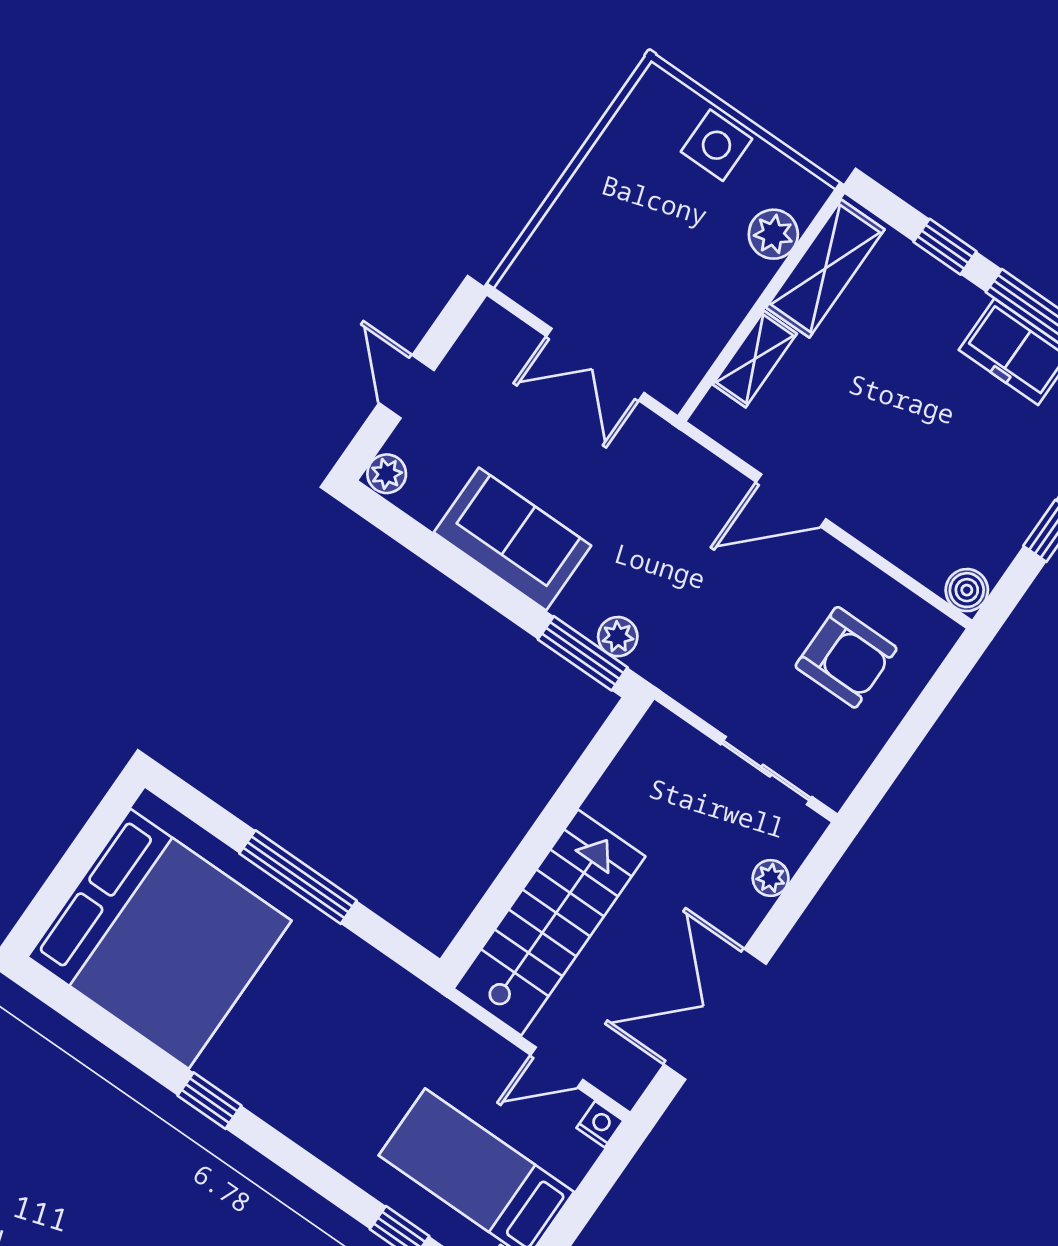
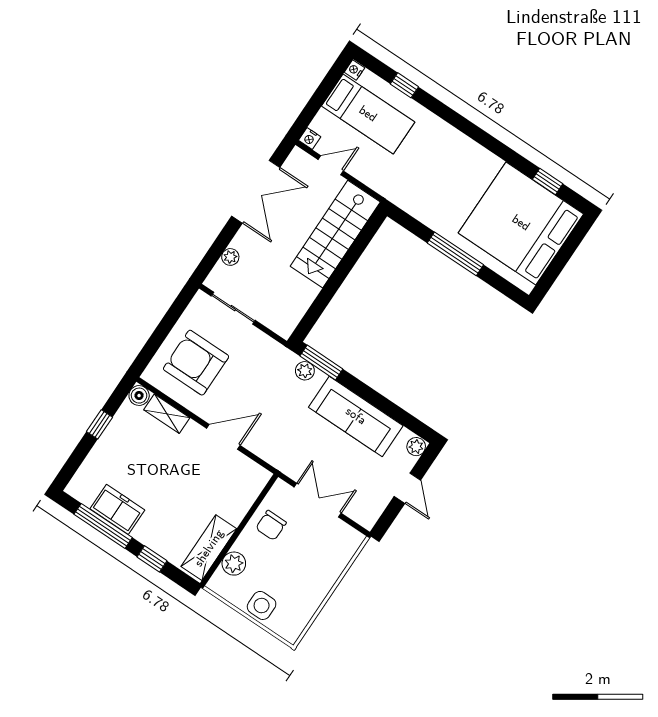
chair: (694, 313) -> (271, 525), added
shelving: (755, 359) -> (167, 414), moved, turned 90
sofa: (512, 539) -> (356, 416), width x1.36
armchair: (846, 657) -> (196, 363), width x1.36, depth x1.36
window: (209, 1101) -> (548, 182), moved

